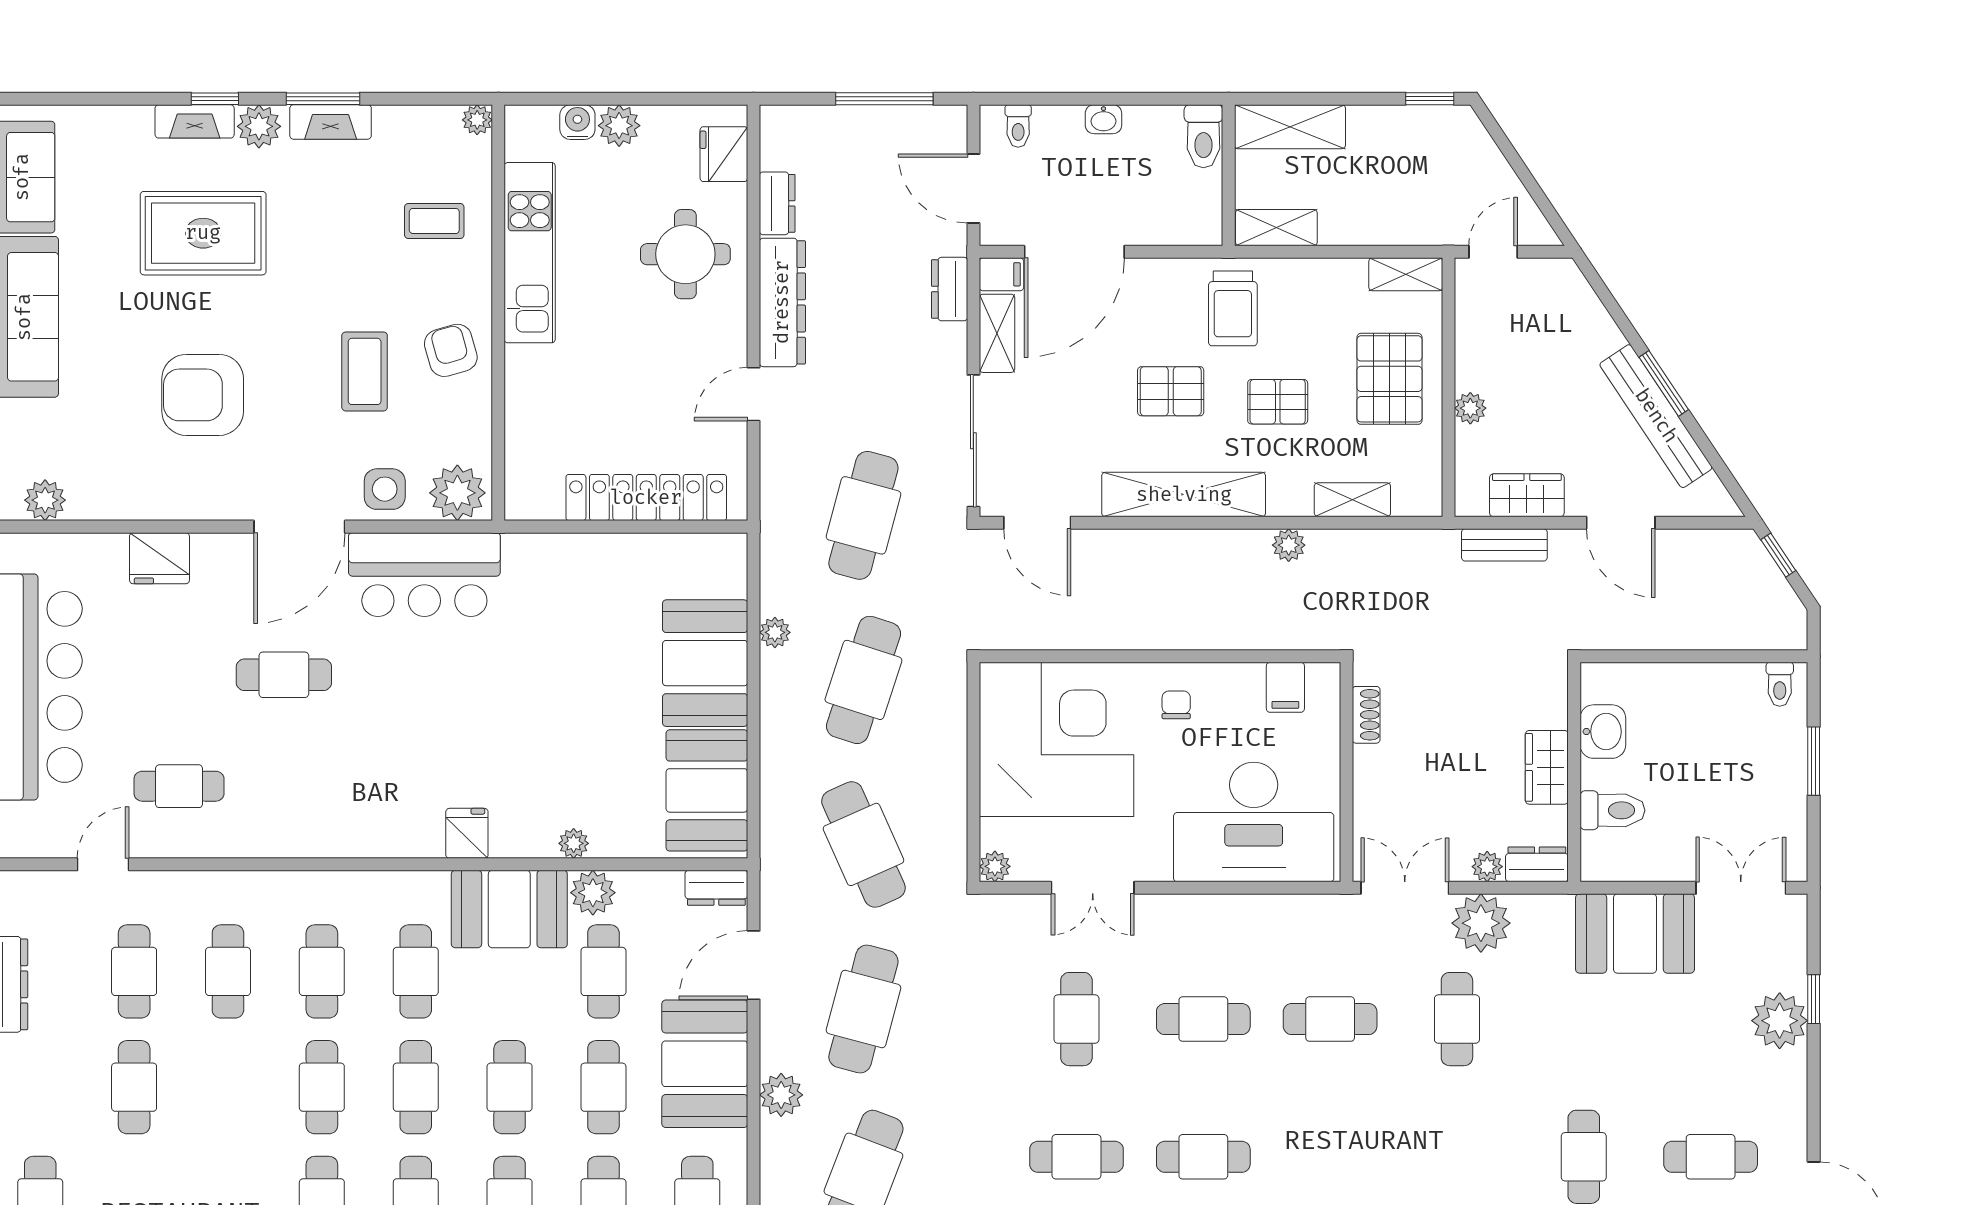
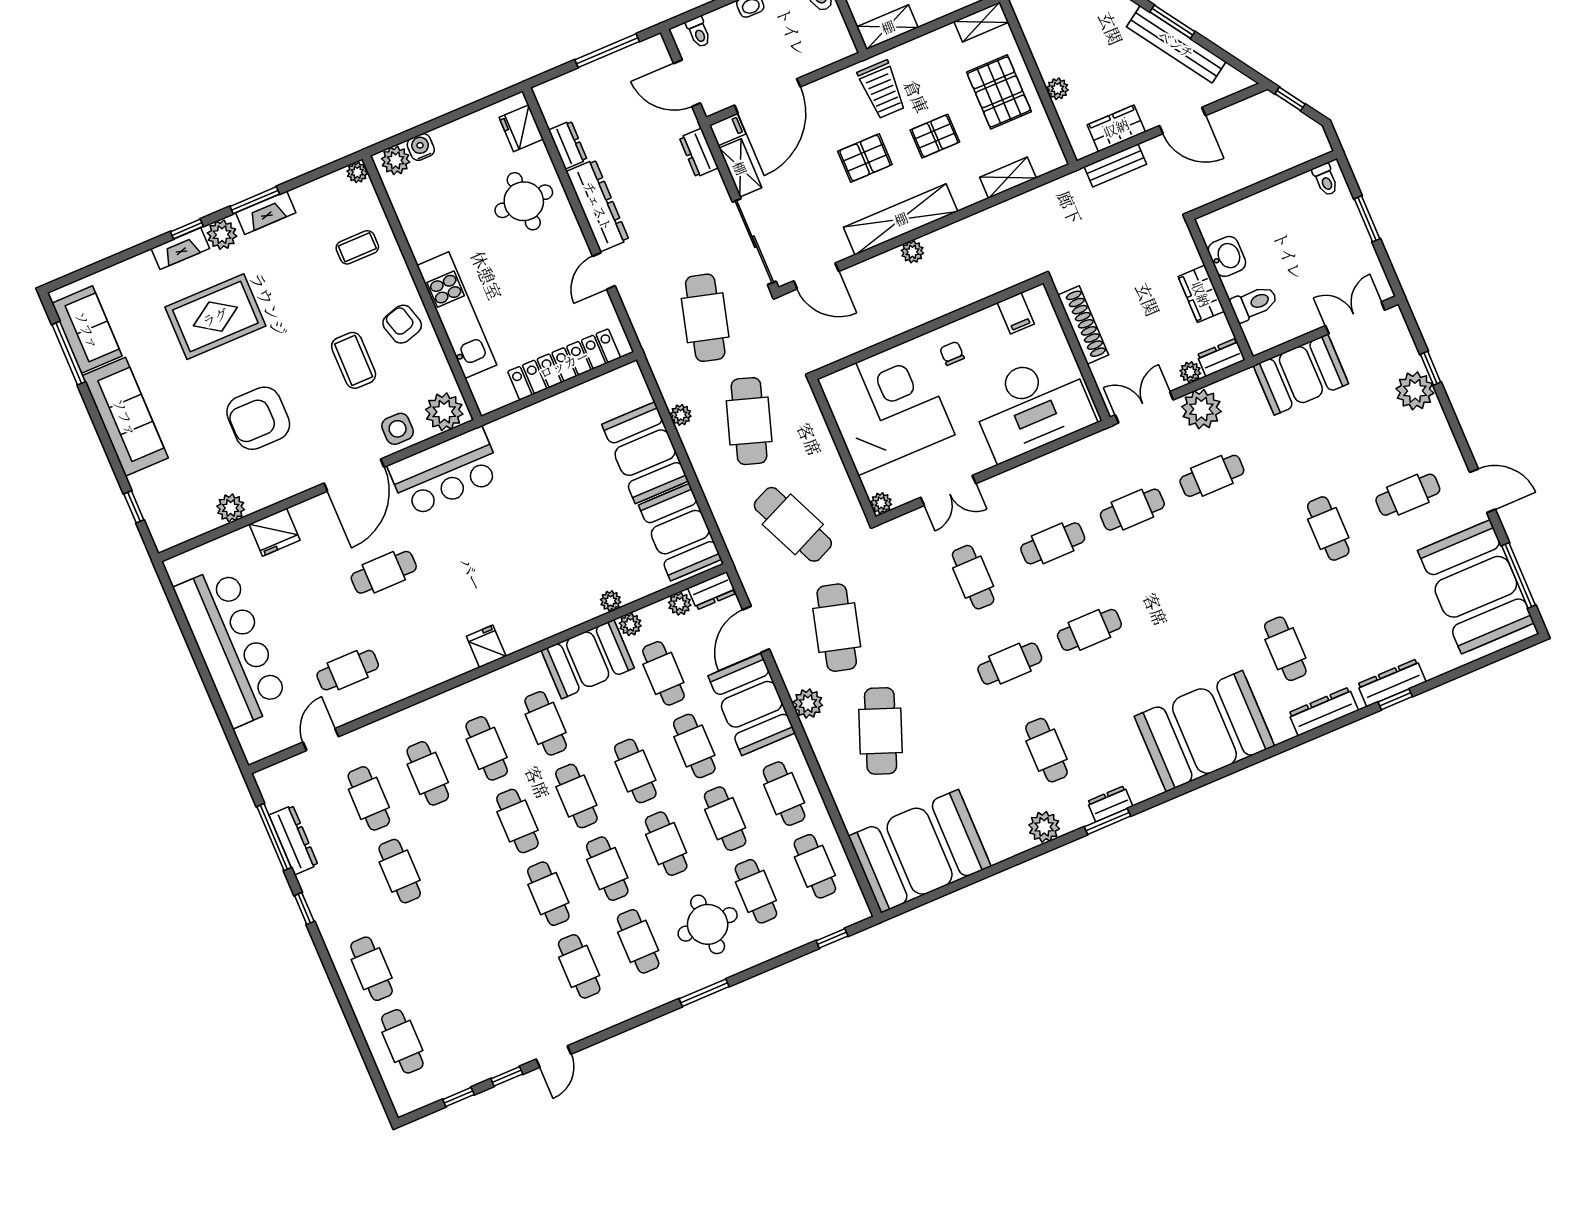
plant: (619, 126) -> (396, 160), moved
kitchen unit: (530, 253) -> (457, 315), moved
plant: (45, 500) -> (231, 508), moved
plant: (1289, 545) -> (912, 252), moved
shoe rack: (1366, 715) -> (1083, 325), width x1.94, depth x1.24
fridge: (467, 833) -> (486, 646), moved
plant: (665, 887) -> (680, 604), added
plant: (593, 893) -> (630, 625), width x0.73, depth x0.73
cafe table: (1457, 1019) -> (1212, 476), turned 90

